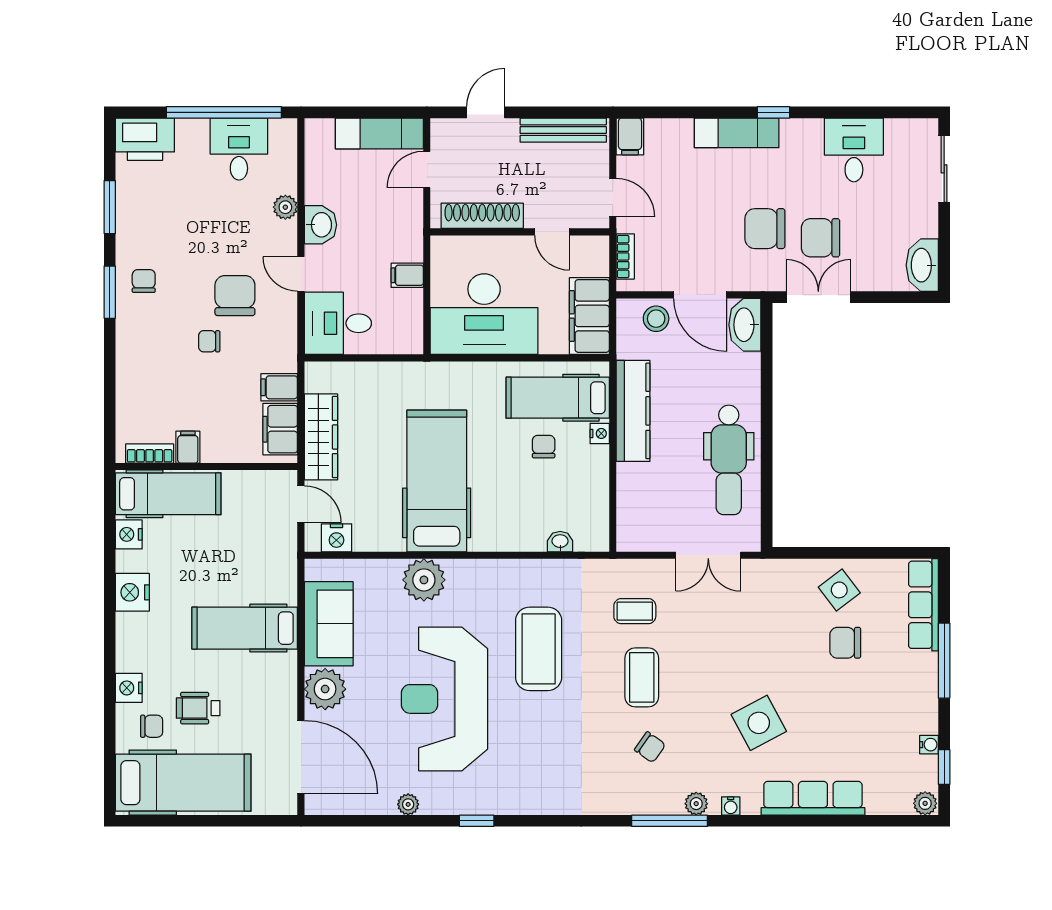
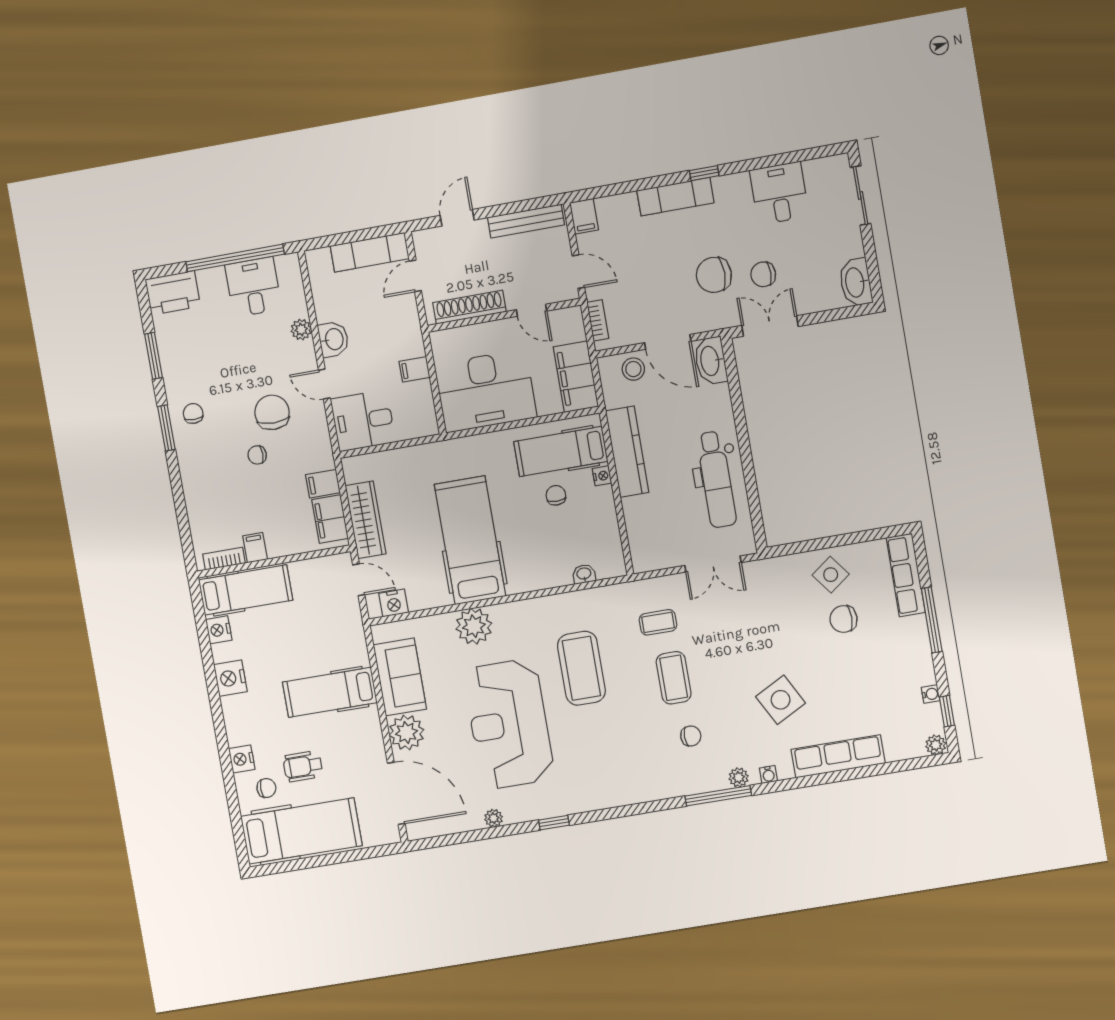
chair: (820, 238) -> (763, 274), width x0.73, depth x0.73
chair: (650, 747) -> (691, 736), turned -35

